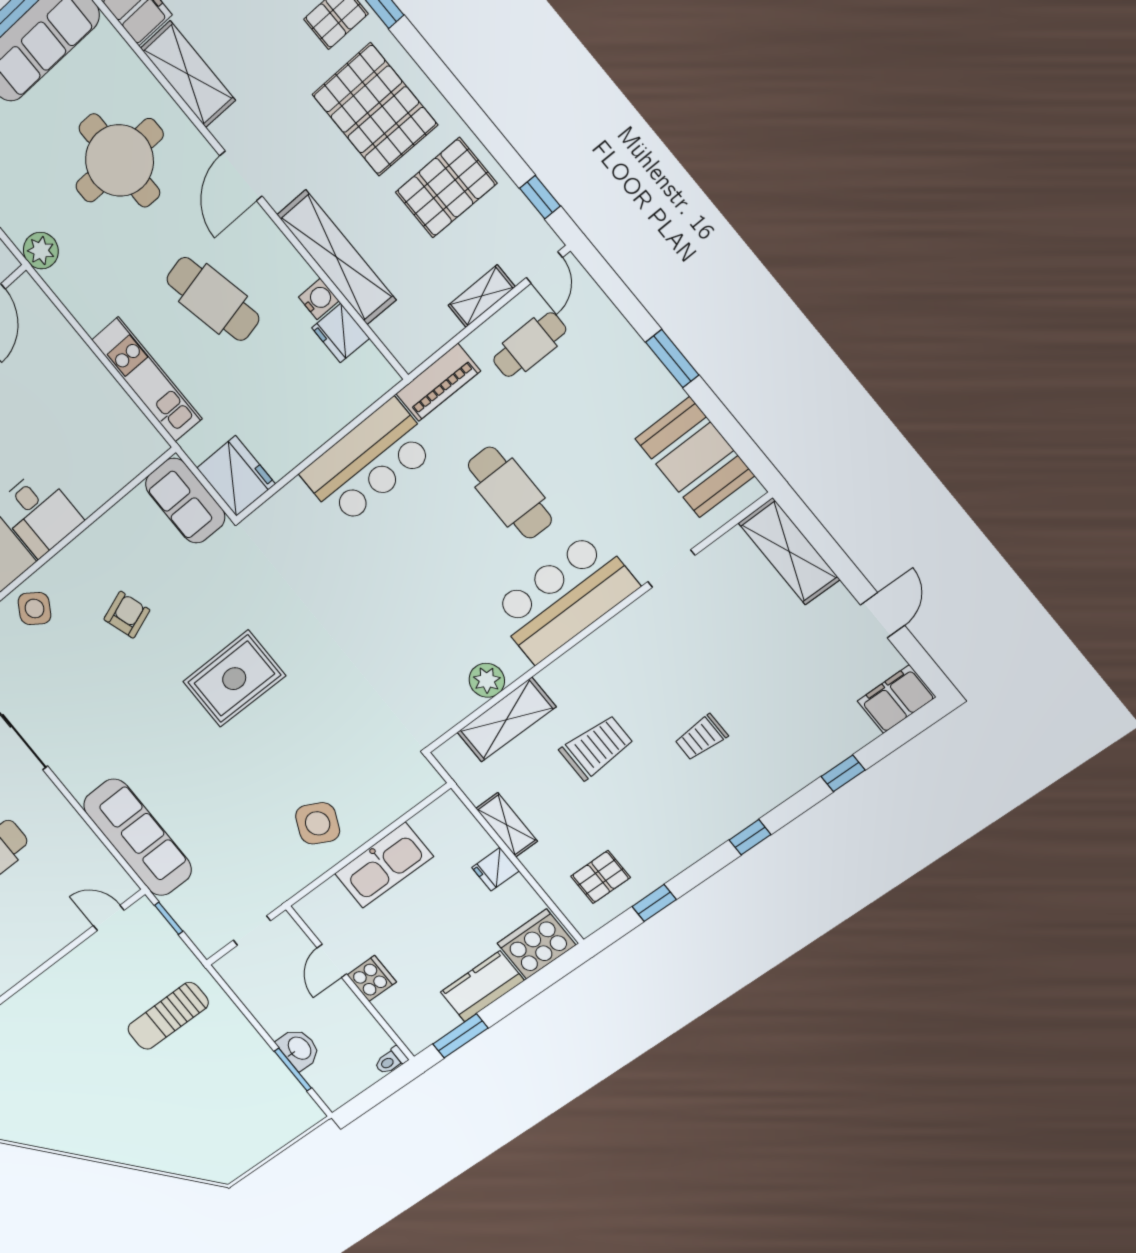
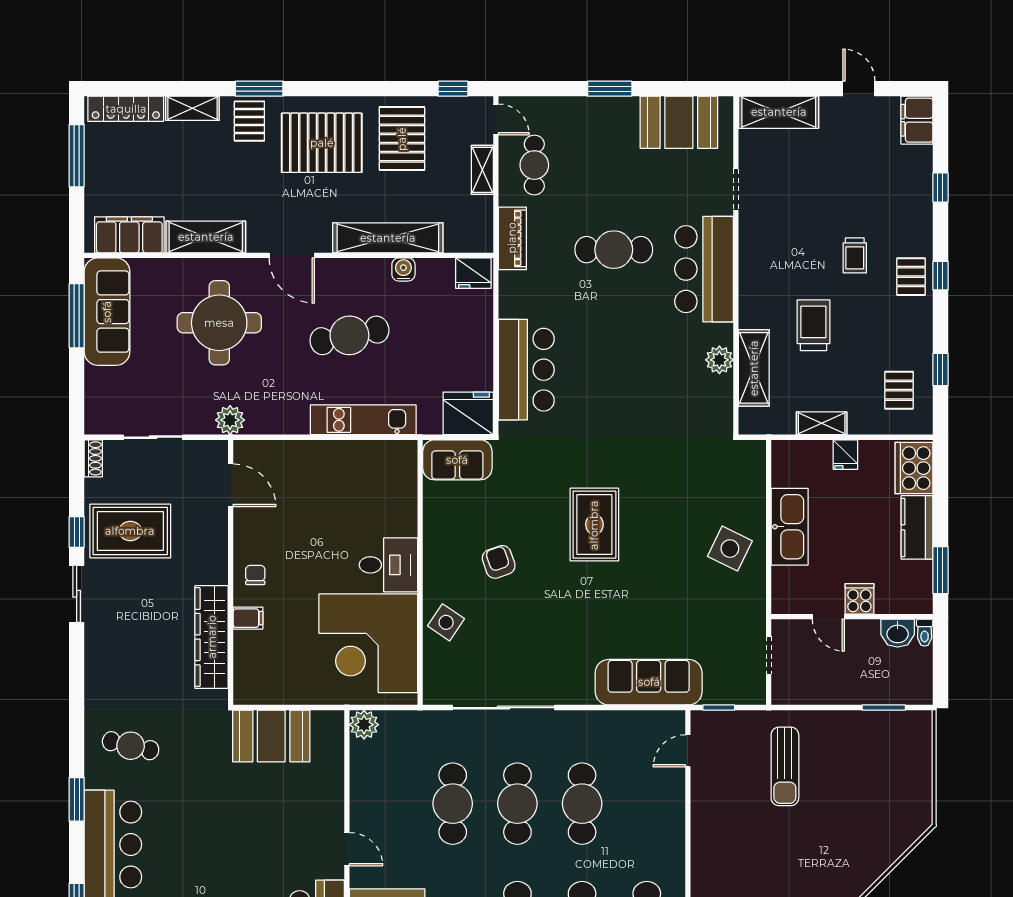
fridge: (341, 333) -> (473, 273), moved
bar counter: (368, 462) -> (526, 370), moved
pallet: (725, 809) -> (911, 277), added
washbasin: (299, 1049) -> (898, 633), moved, turned 180

